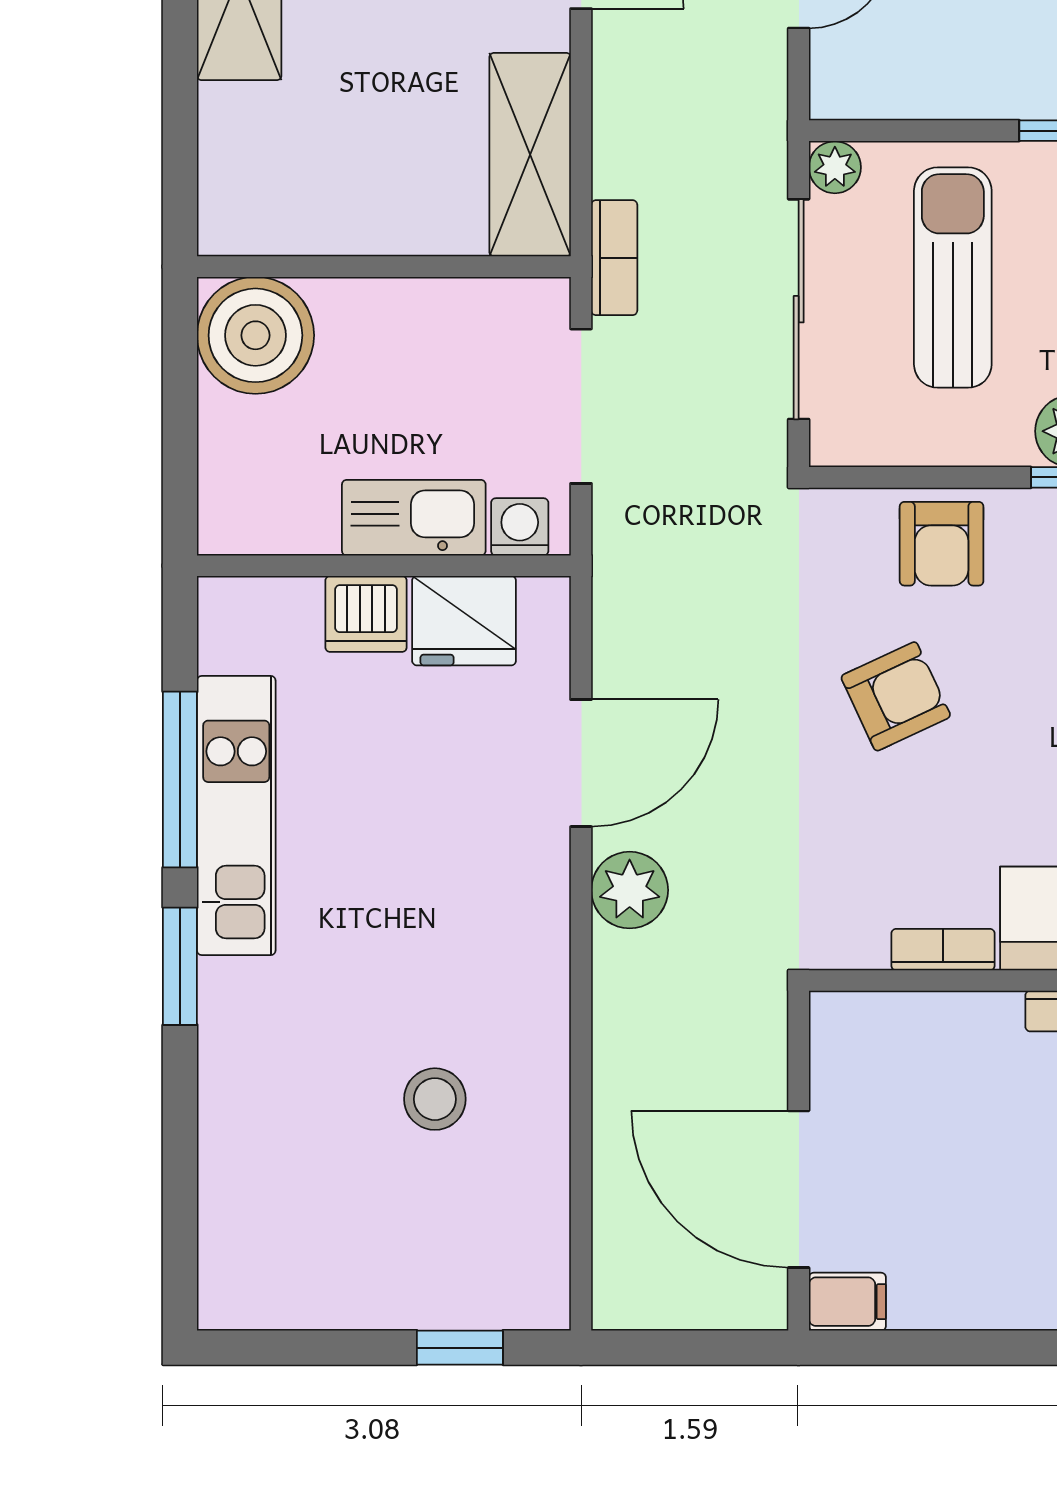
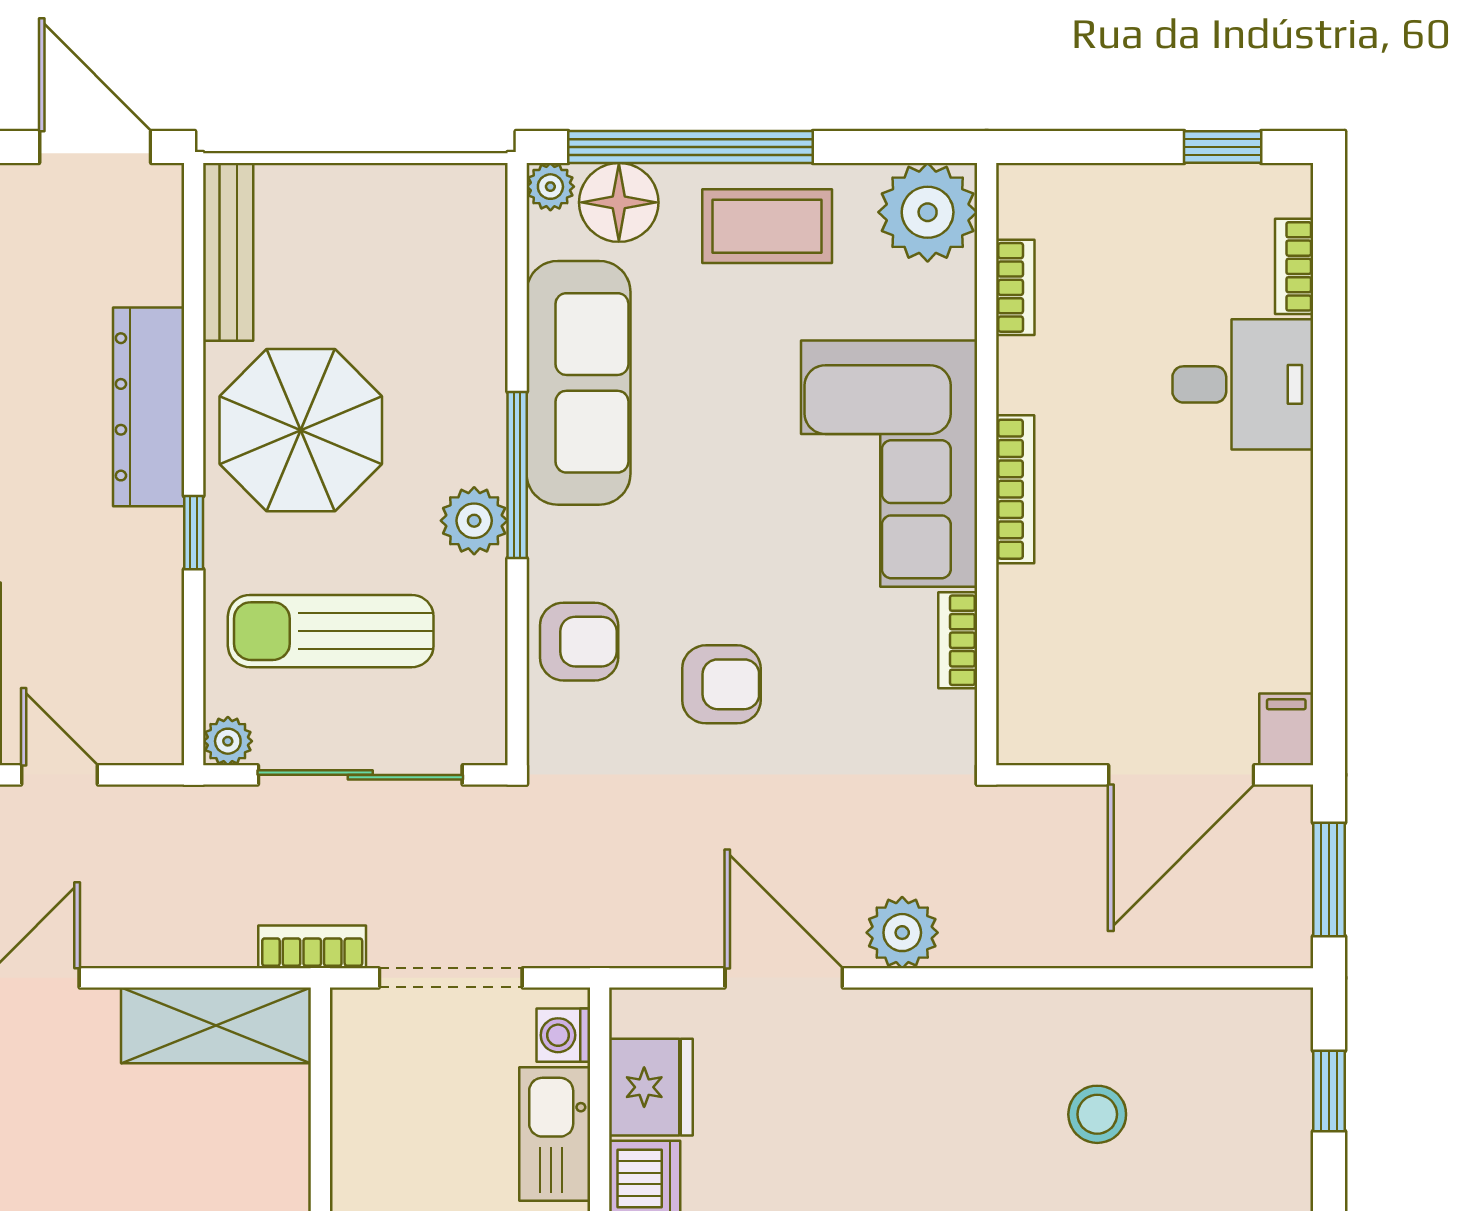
armchair: (896, 696) -> (721, 684), turned 115
window: (687, 1348) -> (1329, 879), added

